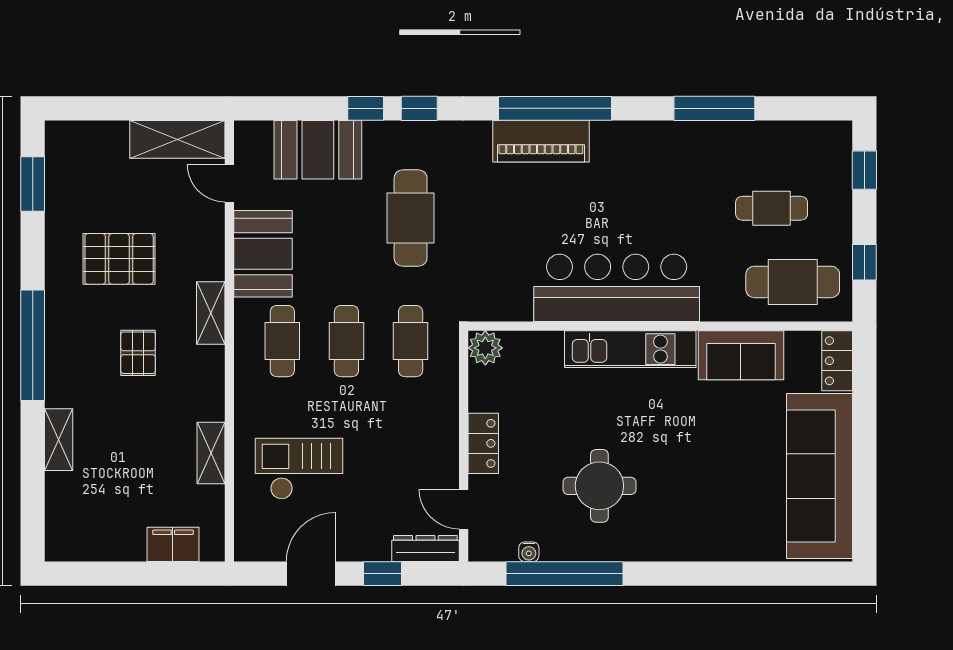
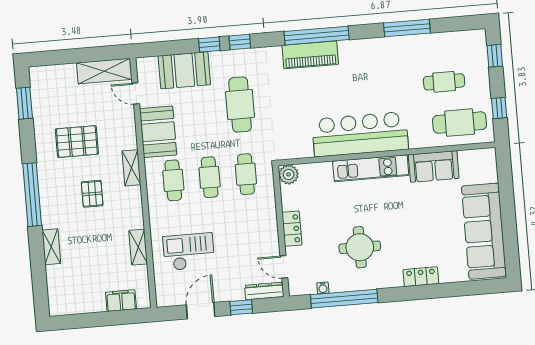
locker: (837, 361) -> (421, 277), moved, turned 90

